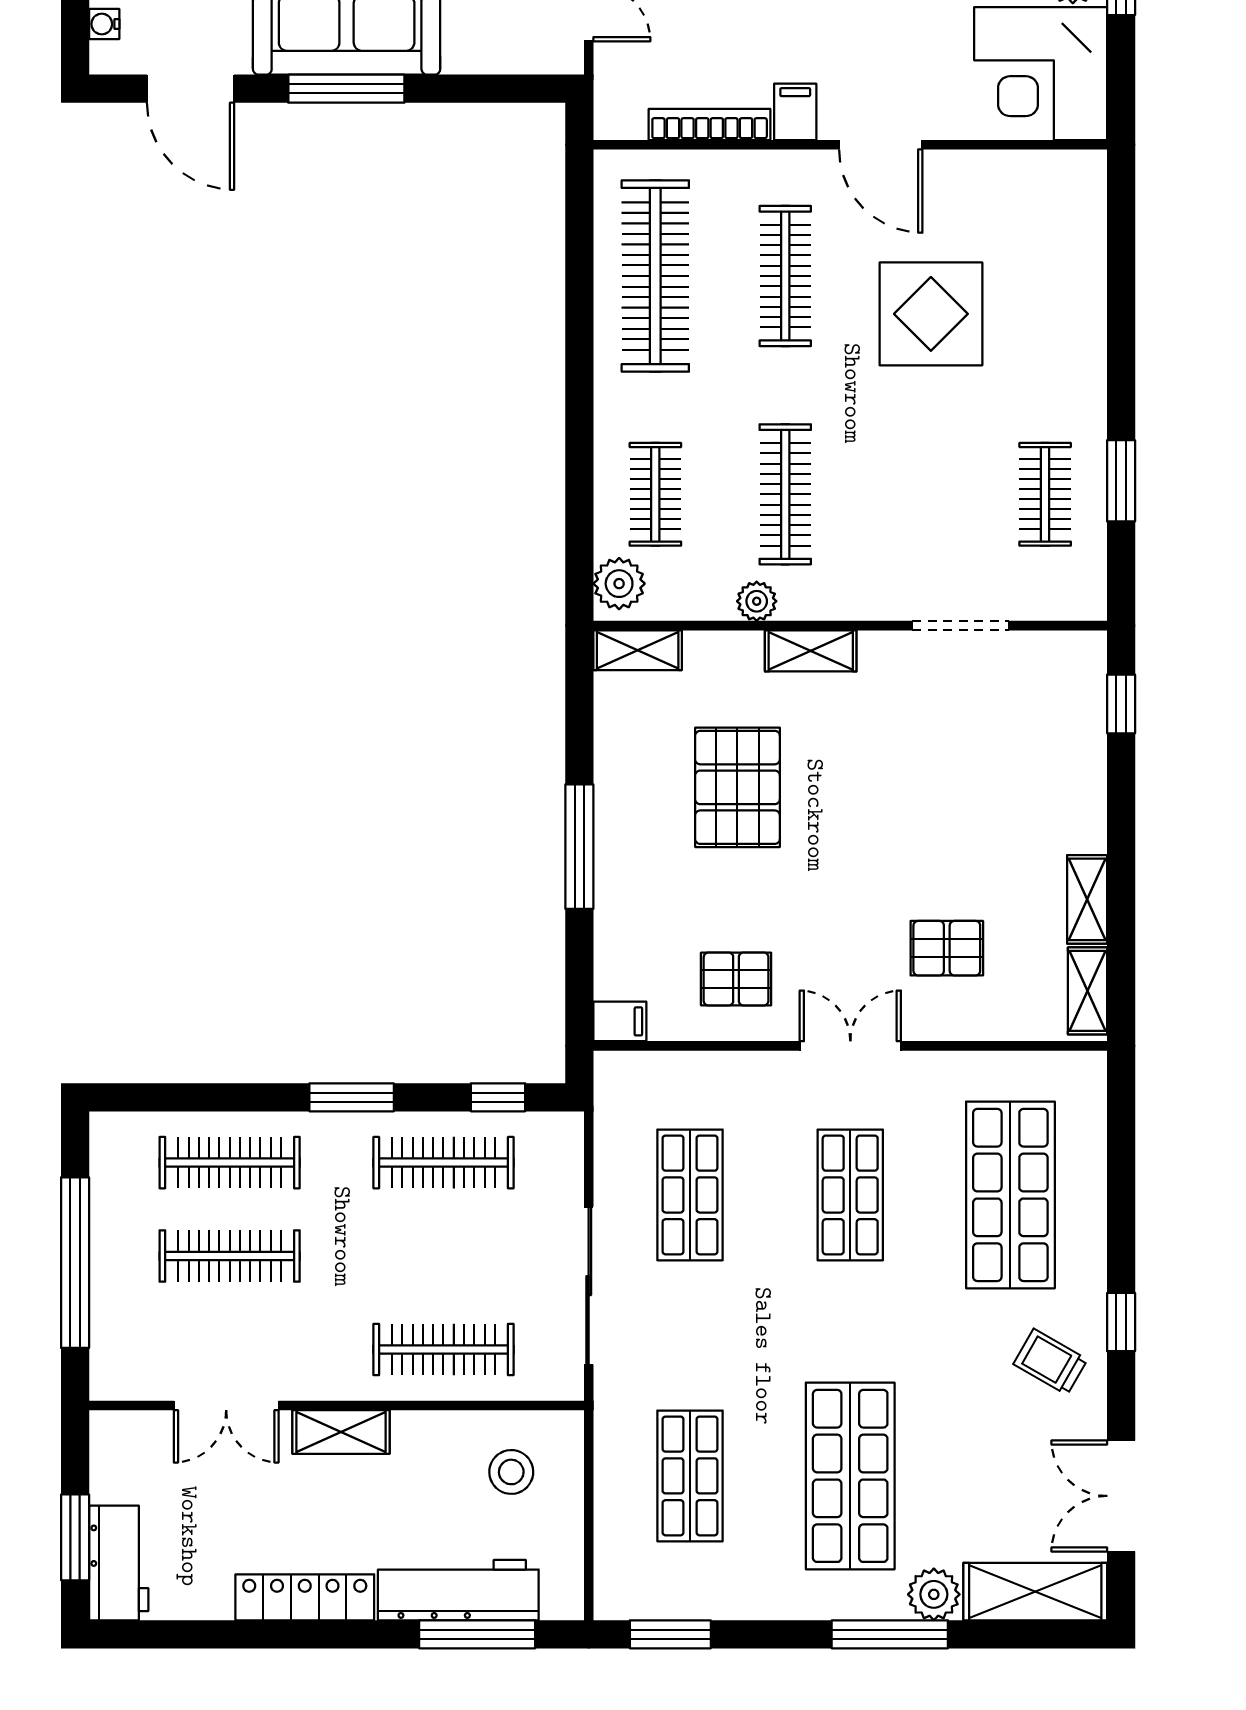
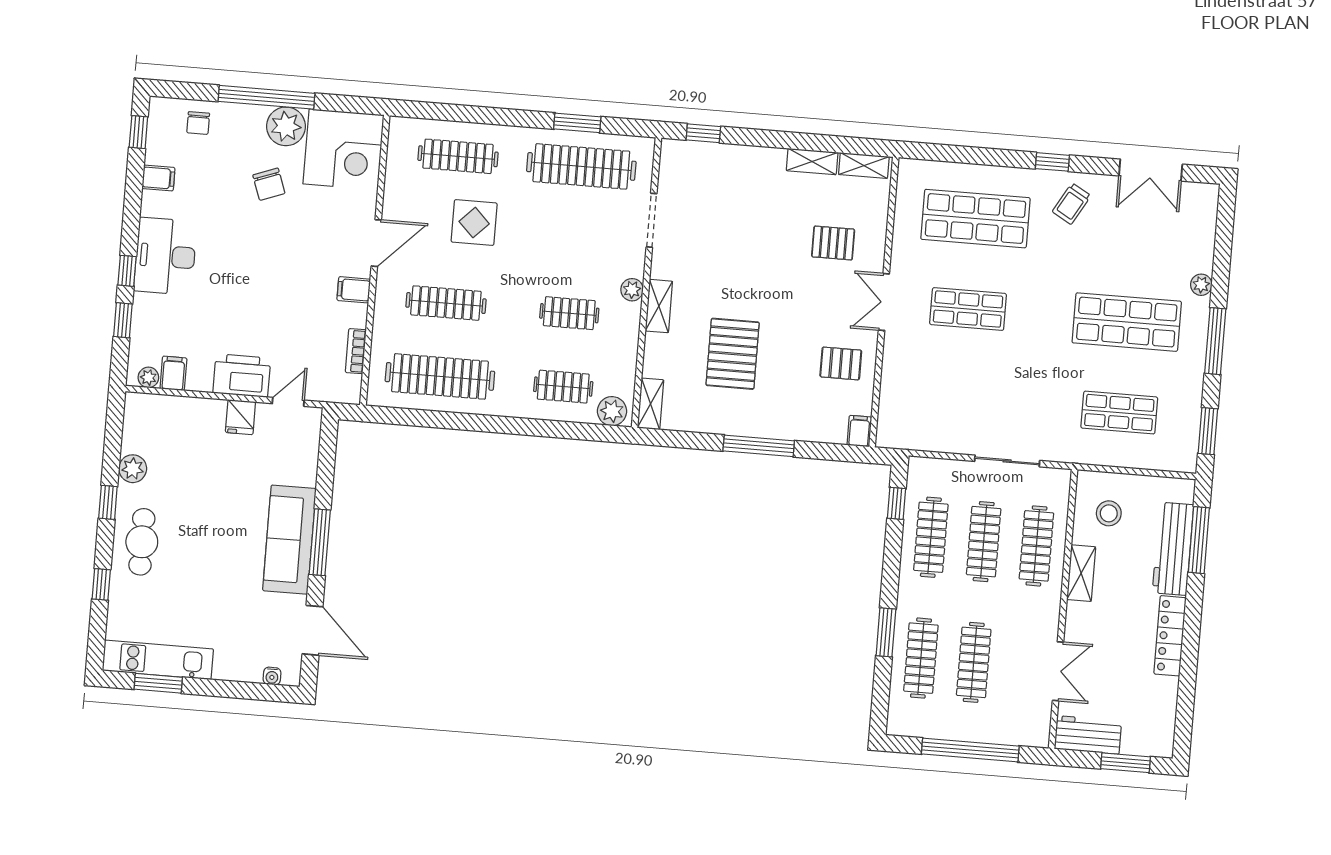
door: (191, 89) -> (313, 630), hinge flipped
bookcase: (710, 124) -> (356, 351), width x0.64
clothes rail: (1045, 276) -> (458, 156), added
display table: (931, 314) -> (474, 223), width x0.73, depth x0.73
clothes rail: (785, 494) -> (569, 313), width x0.73
clothes rail: (1045, 494) -> (581, 166), width x1.86, depth x1.31
plant: (757, 601) -> (632, 290), moved
pallet: (737, 787) -> (733, 354), turned 90
pallet: (947, 948) -> (833, 243), turned 90
pallet: (736, 979) -> (841, 363), turned 90
window: (352, 1097) -> (886, 632), moved
shop shelf: (690, 1195) -> (961, 400), removed
clothes rail: (443, 1256) -> (984, 542), added
sliding door: (589, 1286) -> (1007, 461), width x0.73
shelving: (341, 1432) -> (1081, 573), moved
workbench: (119, 1563) -> (1088, 735), moved
shelving: (1035, 1592) -> (1201, 223), removed
plant: (934, 1594) -> (1201, 285), width x0.73, depth x0.73
window: (890, 1634) -> (1215, 341), moved

